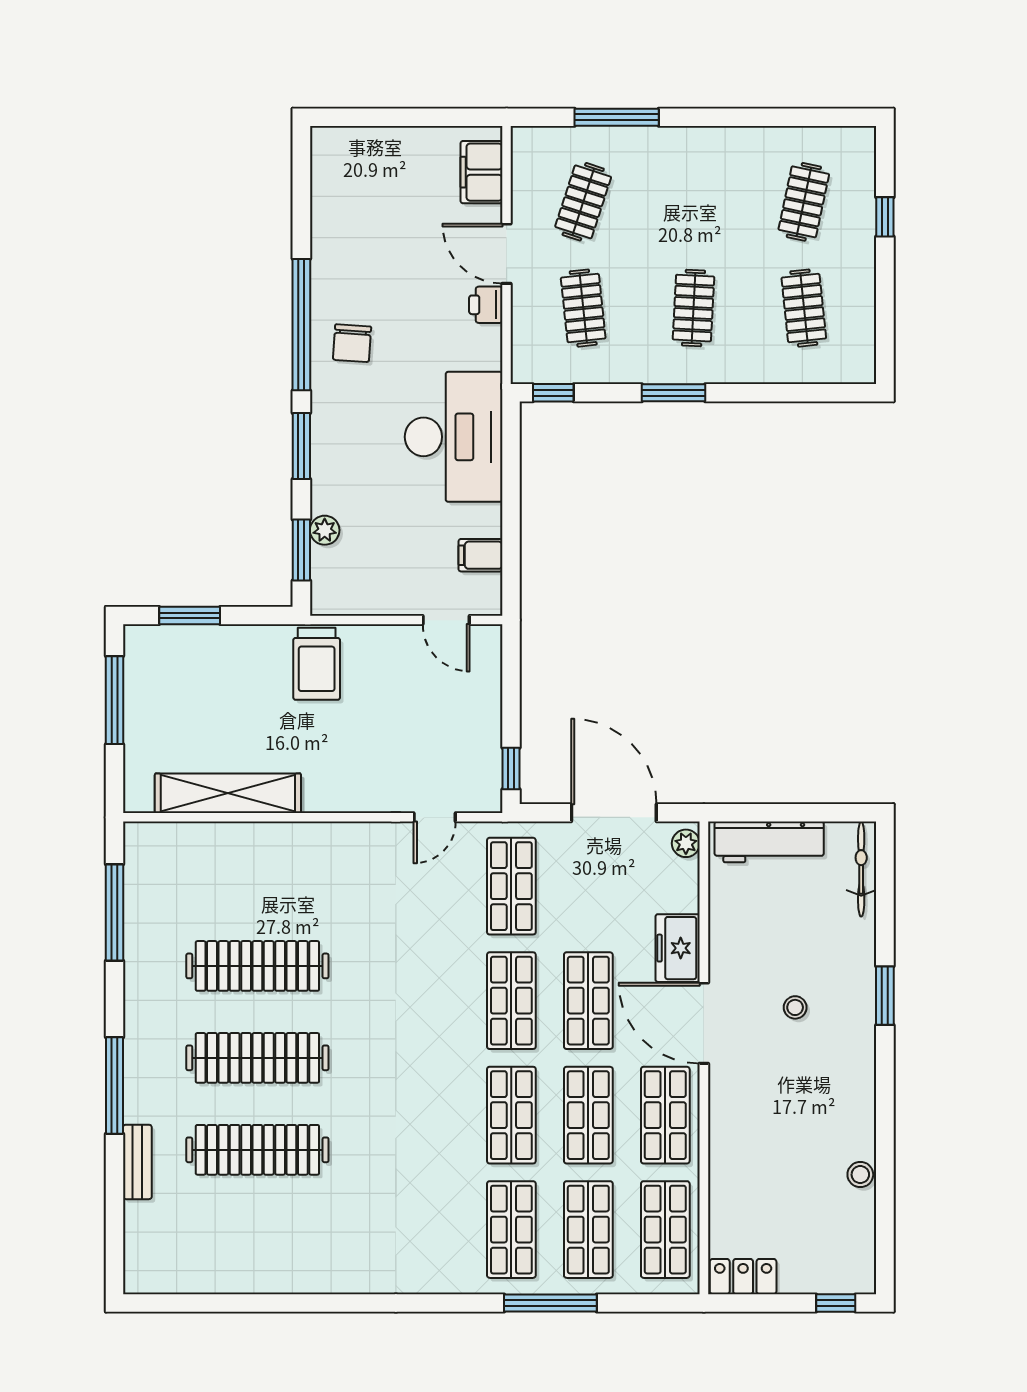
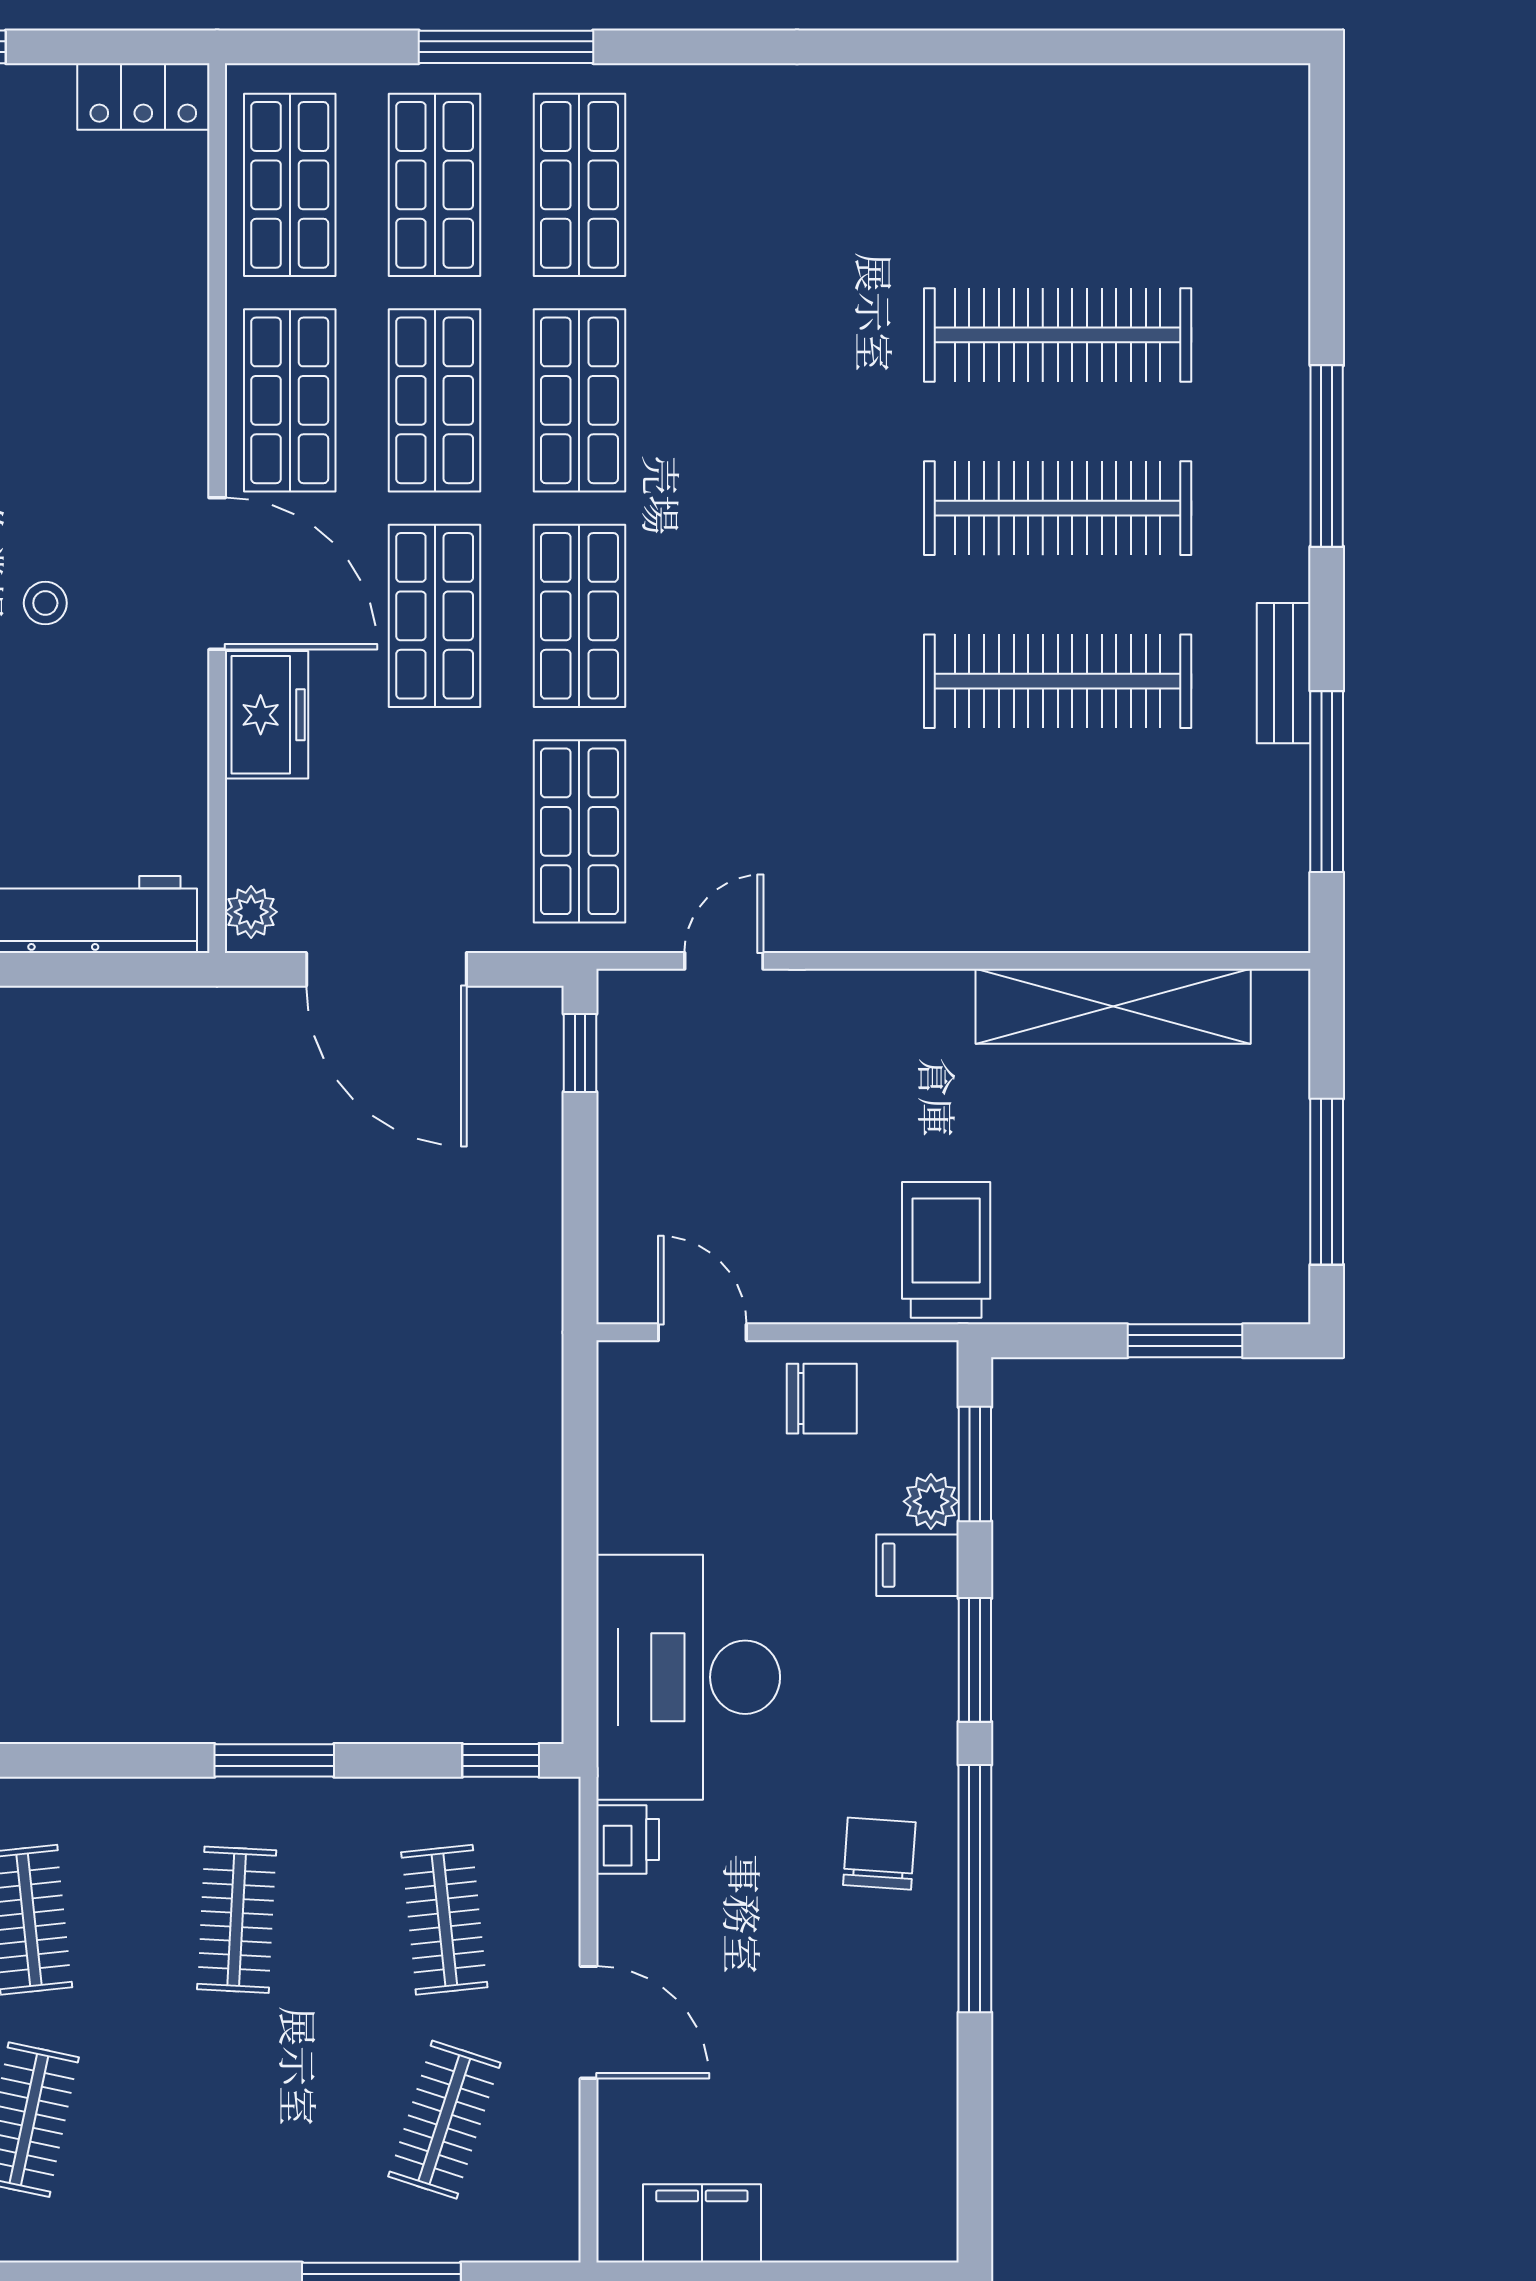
filing cabinet: (482, 172) -> (702, 2223), moved, turned -90
printer: (486, 305) -> (628, 1839), moved
filing cabinet: (481, 555) -> (917, 1565), moved, turned 180
chair: (383, 585) -> (822, 1399), added
bench: (137, 1162) -> (1284, 673), moved

